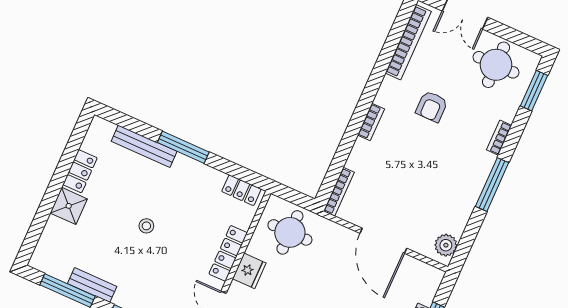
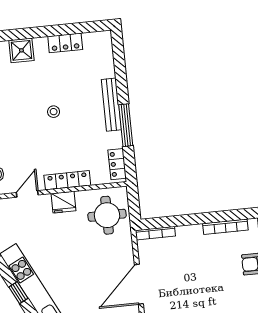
bookcase: (371, 122) -> (225, 227), width x1.56
bench: (144, 146) -> (111, 105), moved
window: (183, 147) -> (126, 125), moved
shower: (69, 206) -> (21, 50), moved

